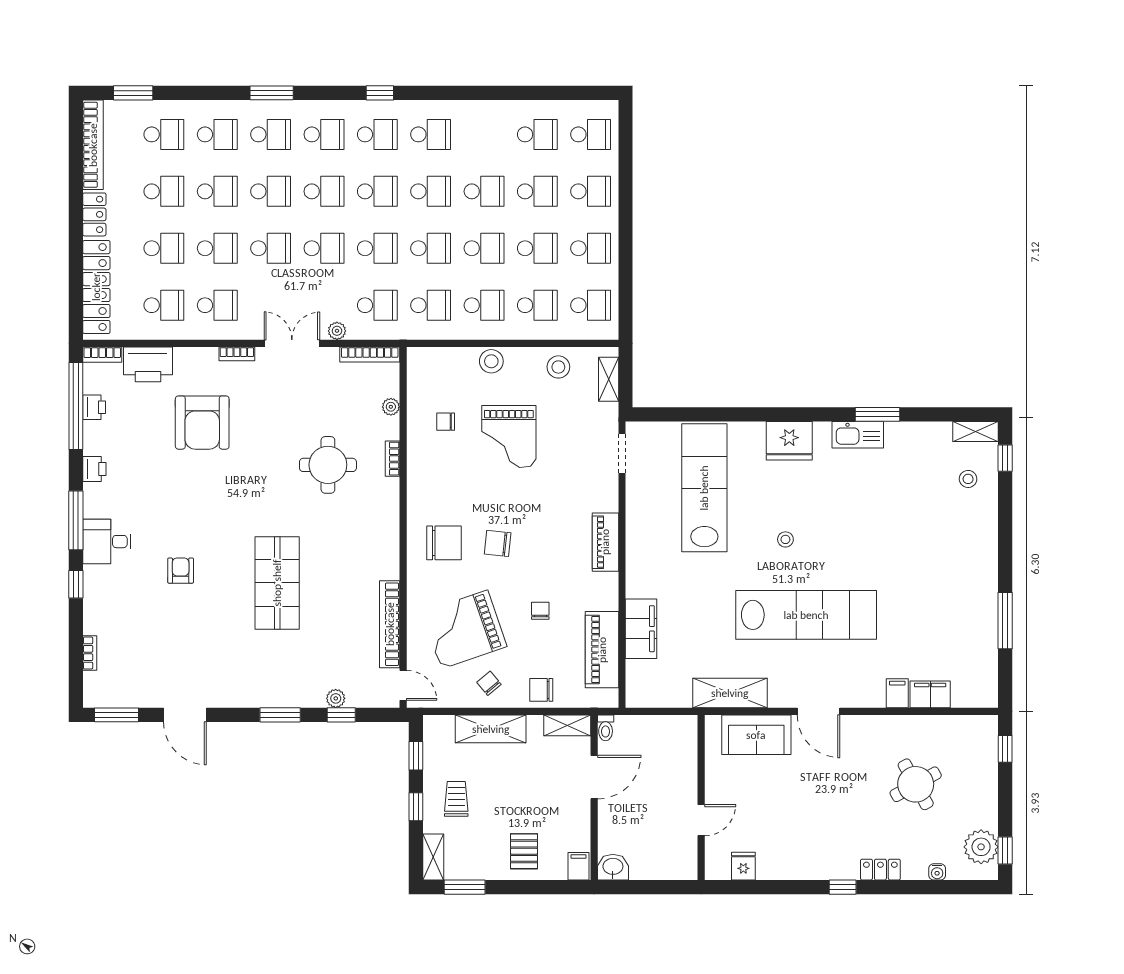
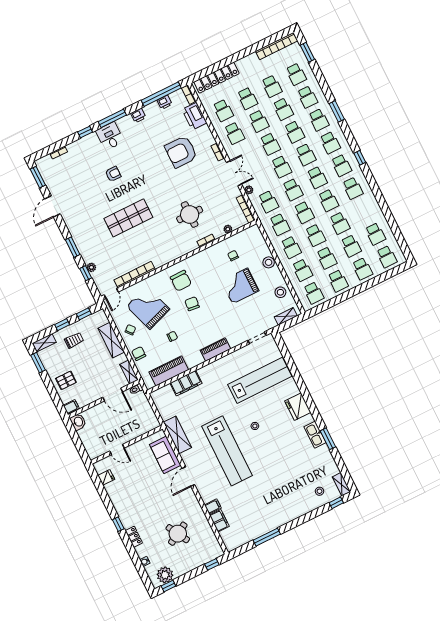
locker: (94, 214) -> (247, 61), removed

